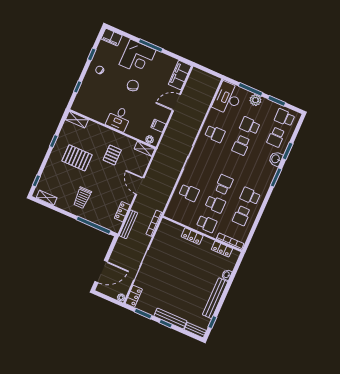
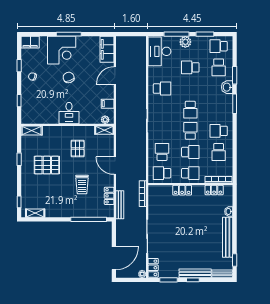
school desk: (241, 145) -> (190, 110), moved
school desk: (189, 193) -> (162, 152), turned -90
trolley: (82, 198) -> (82, 185), moved
school desk: (180, 212) -> (162, 173), added

